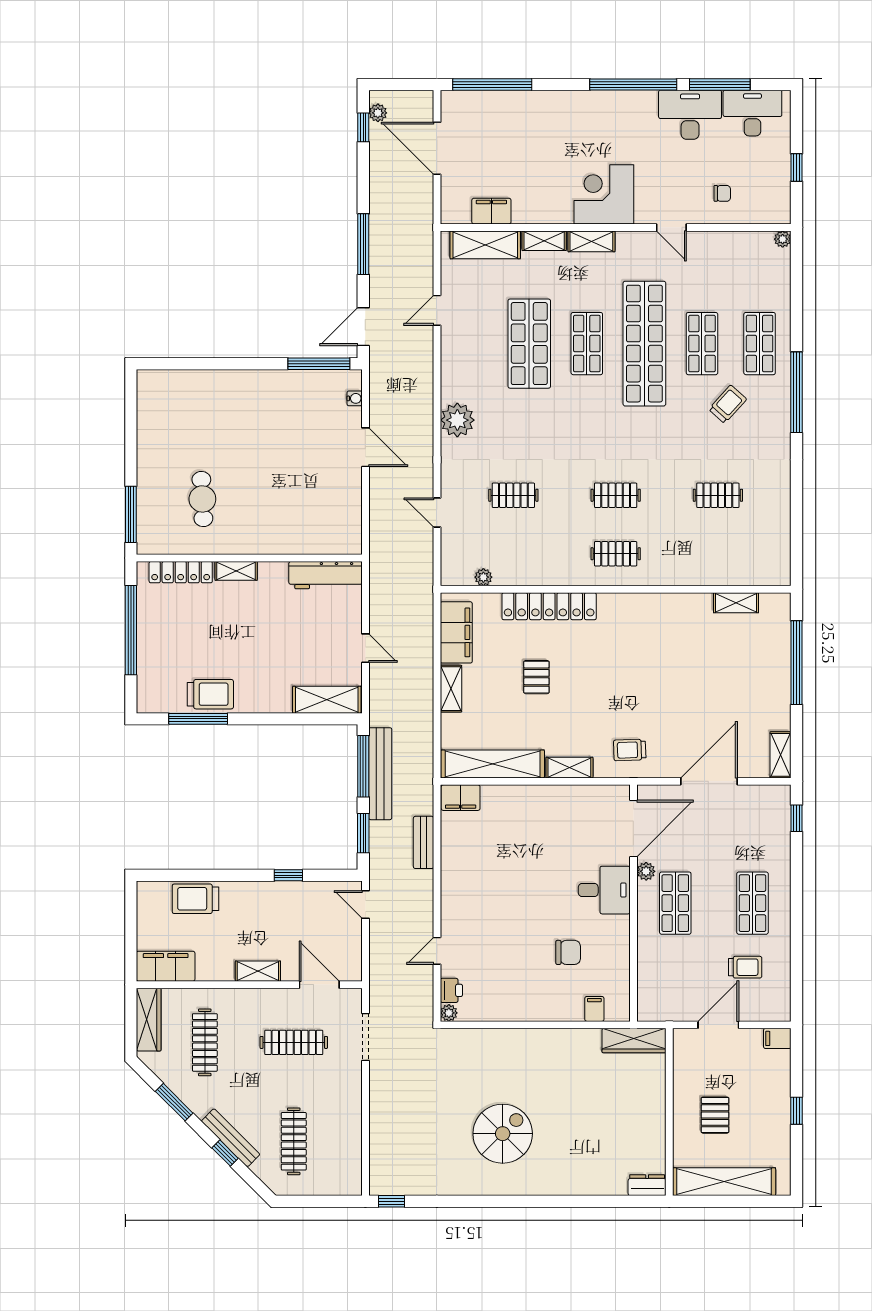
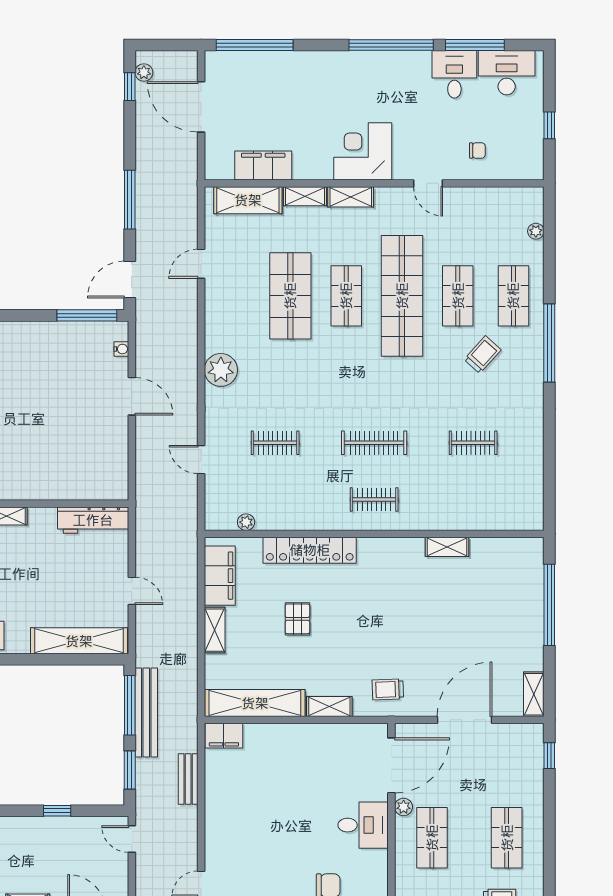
desk: (690, 115) -> (454, 74), width x0.73
filing cabinet: (491, 211) -> (263, 166), width x1.50, depth x1.17
plant: (783, 239) -> (536, 231), moved
clothes rail: (616, 495) -> (374, 443), width x1.36
shelving: (736, 603) -> (447, 547), moved
shelving: (327, 700) -> (79, 641), width x1.47

